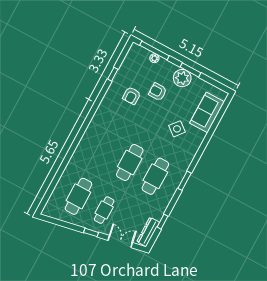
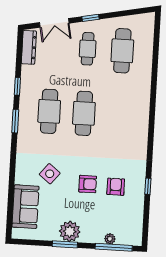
window: (113, 74) -> (148, 186), moved
armchair: (158, 92) -> (88, 184), moved
window: (162, 222) -> (17, 86), moved

